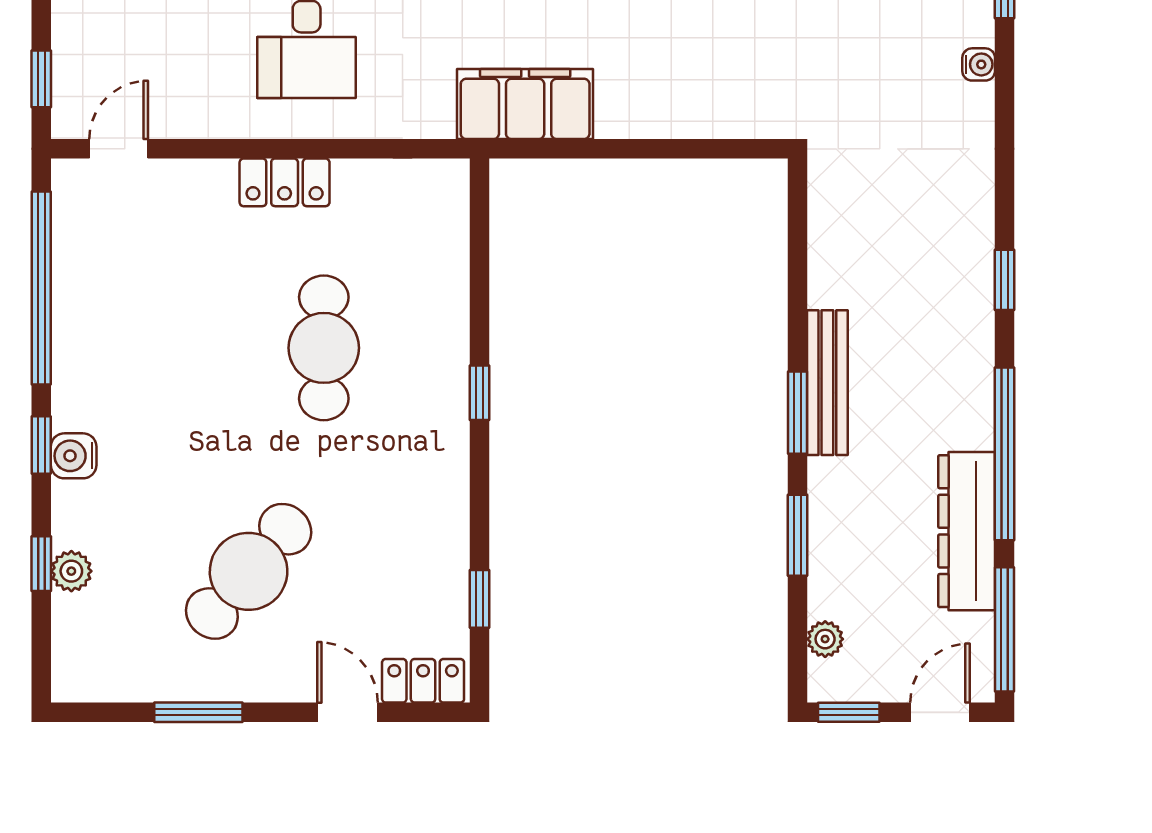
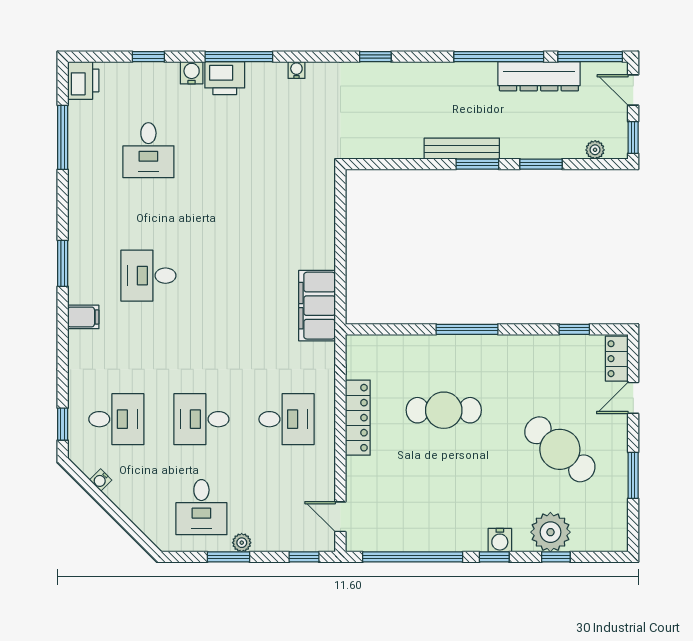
locker: (285, 182) -> (358, 418), width x1.53
window: (1005, 280) -> (375, 57), moved
window: (480, 393) -> (467, 329), width x2.17
plant: (71, 571) -> (550, 532), width x1.88, depth x1.88

